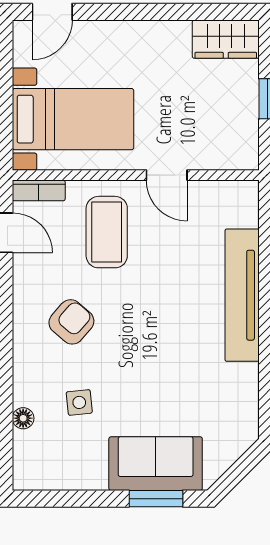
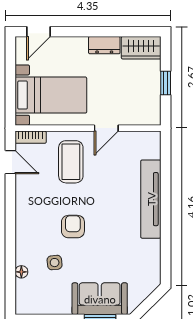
dresser: (163, 35) -> (104, 45), added
door: (167, 175) -> (106, 128), hinge flipped
armchair: (71, 322) -> (73, 227), moved, turned -41

